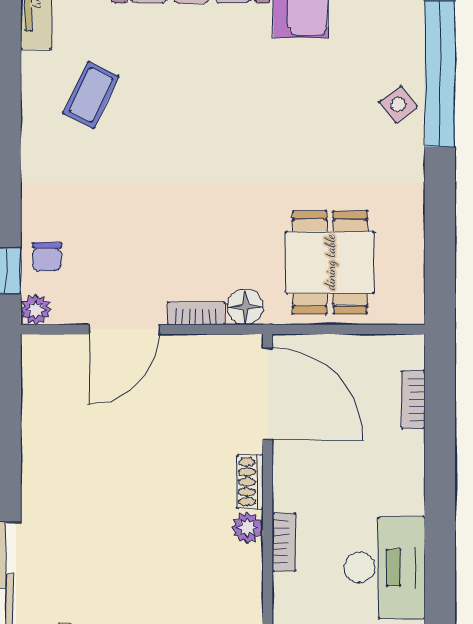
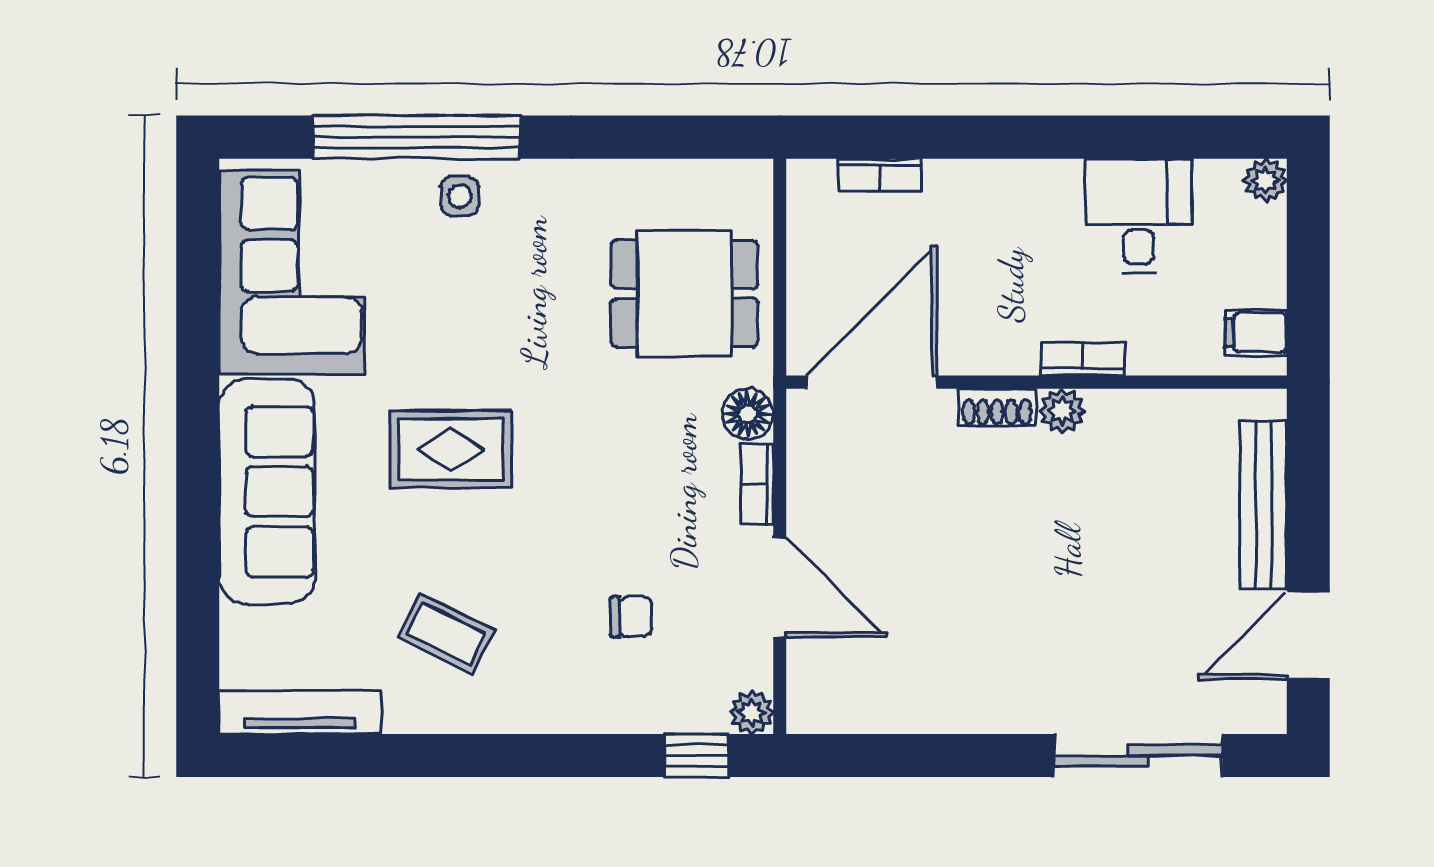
rug: (221, 98) -> (451, 449), added
side table: (398, 105) -> (460, 196), turned 37
chair: (47, 257) -> (631, 617), moved
desk: (385, 568) -> (1139, 216), width x0.73

